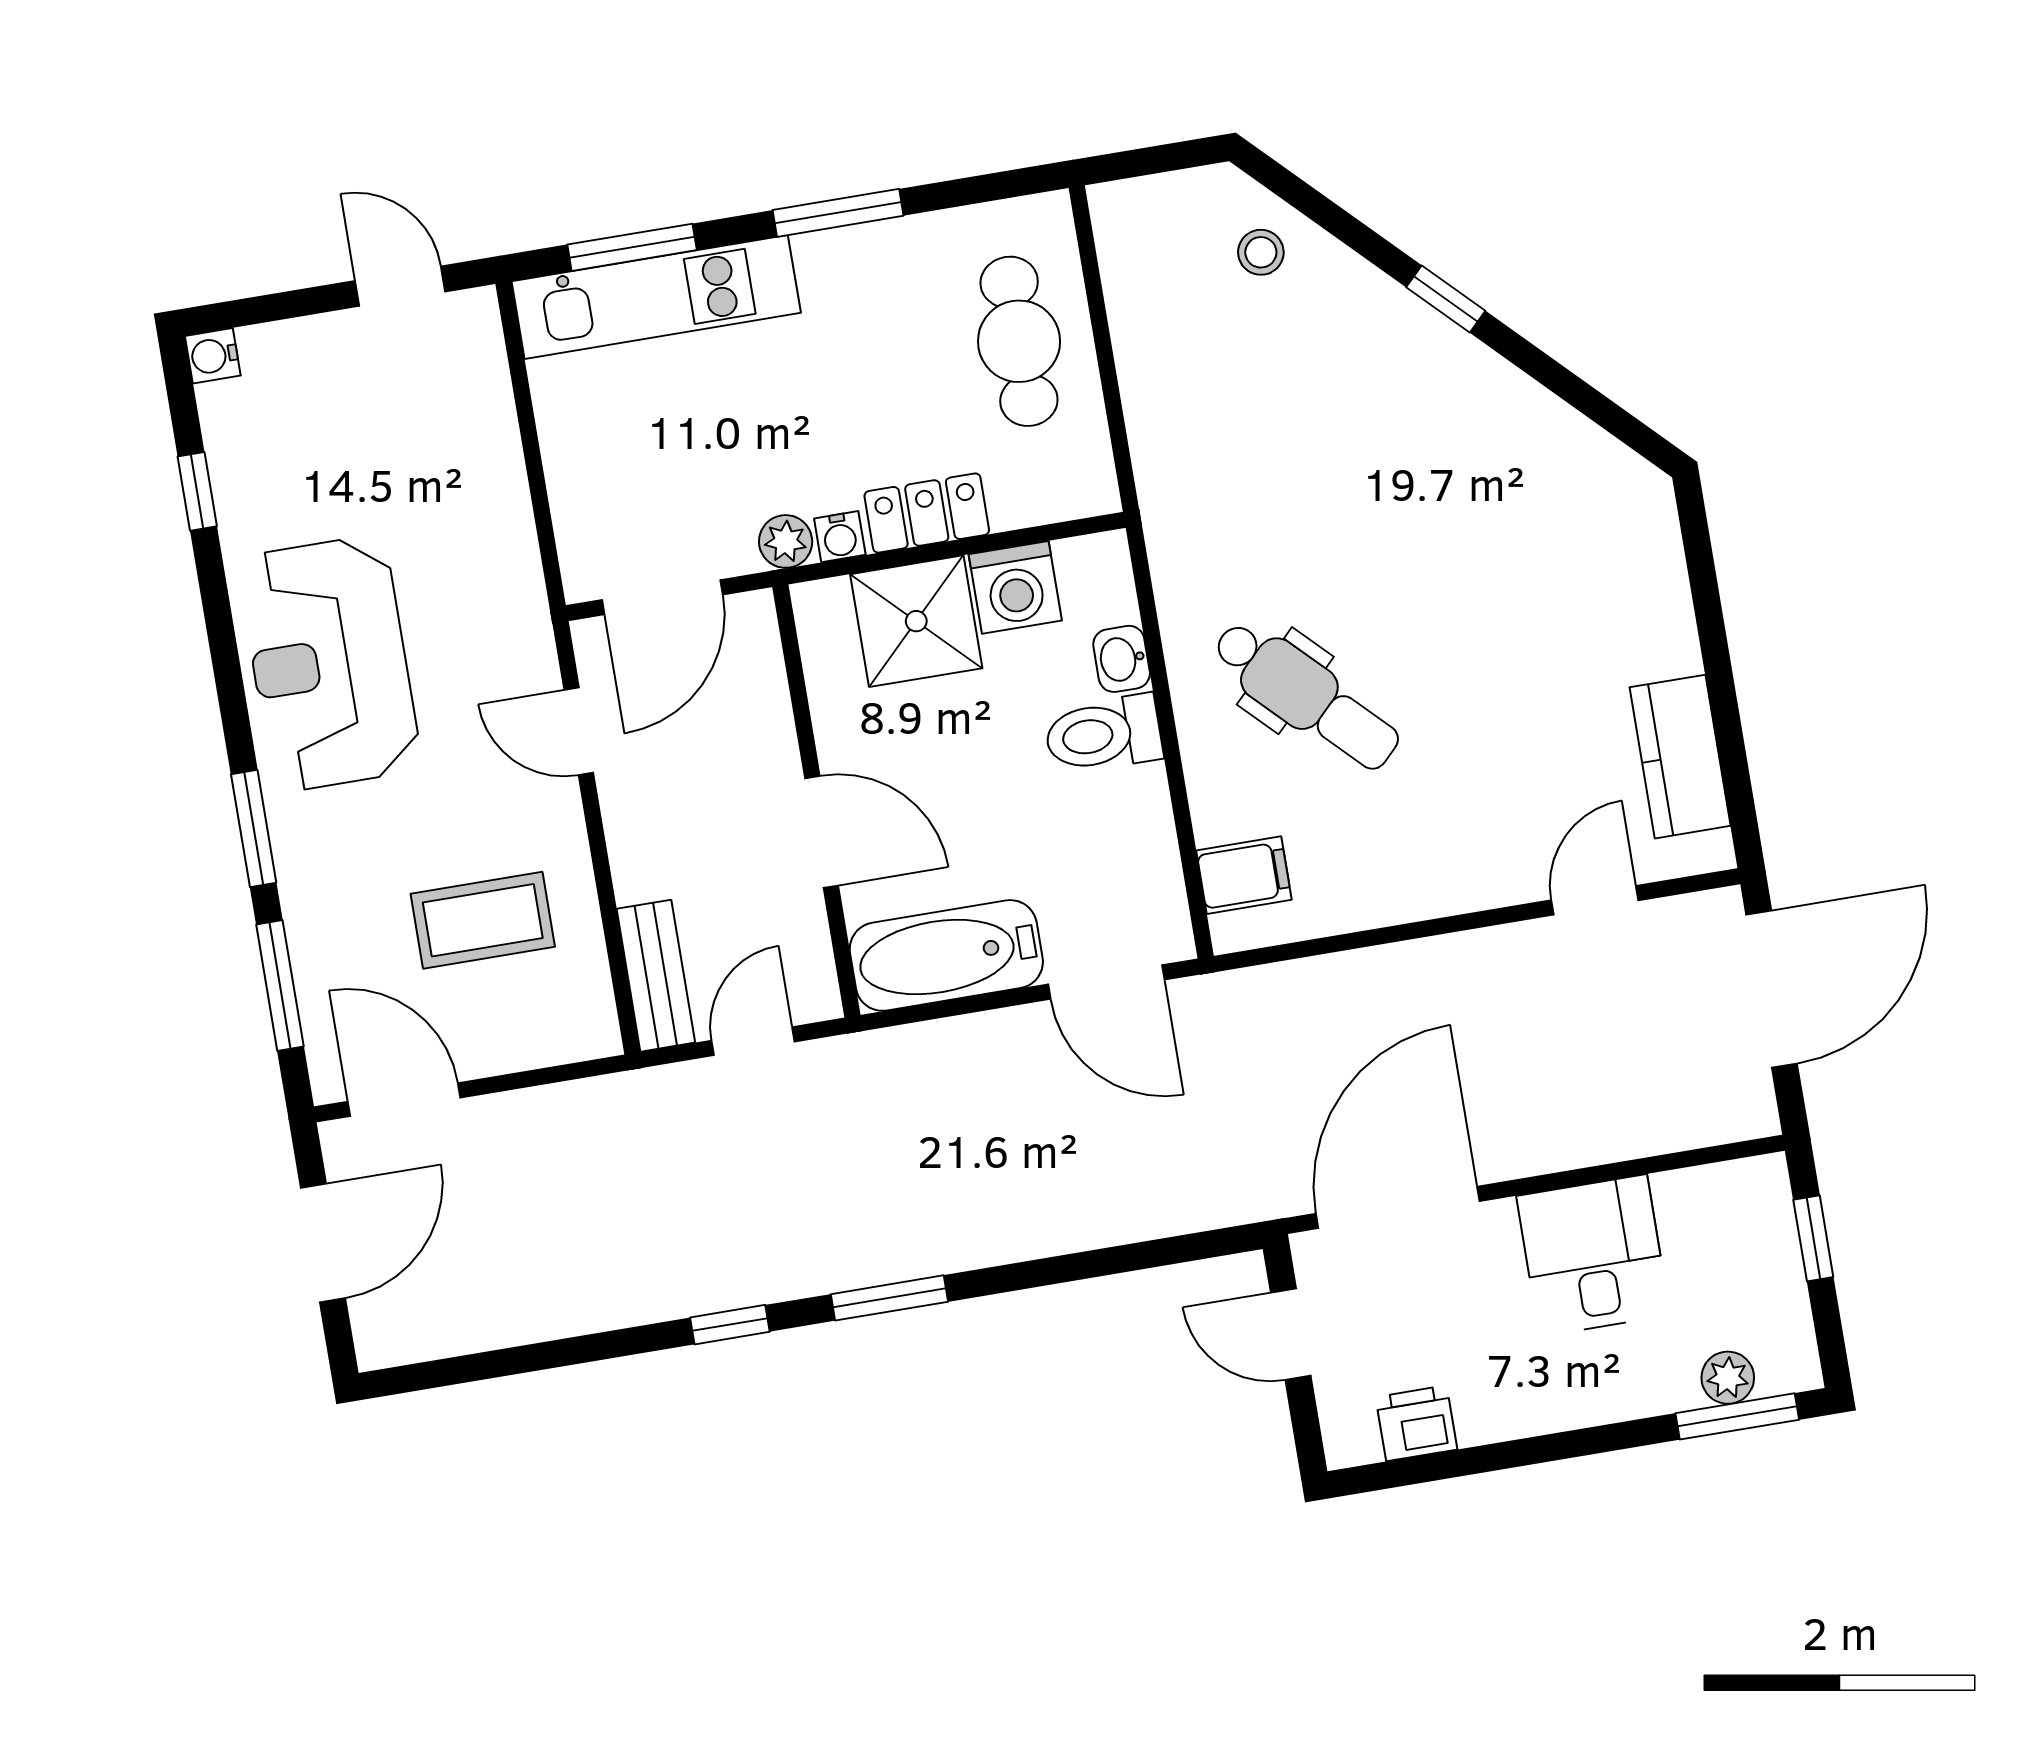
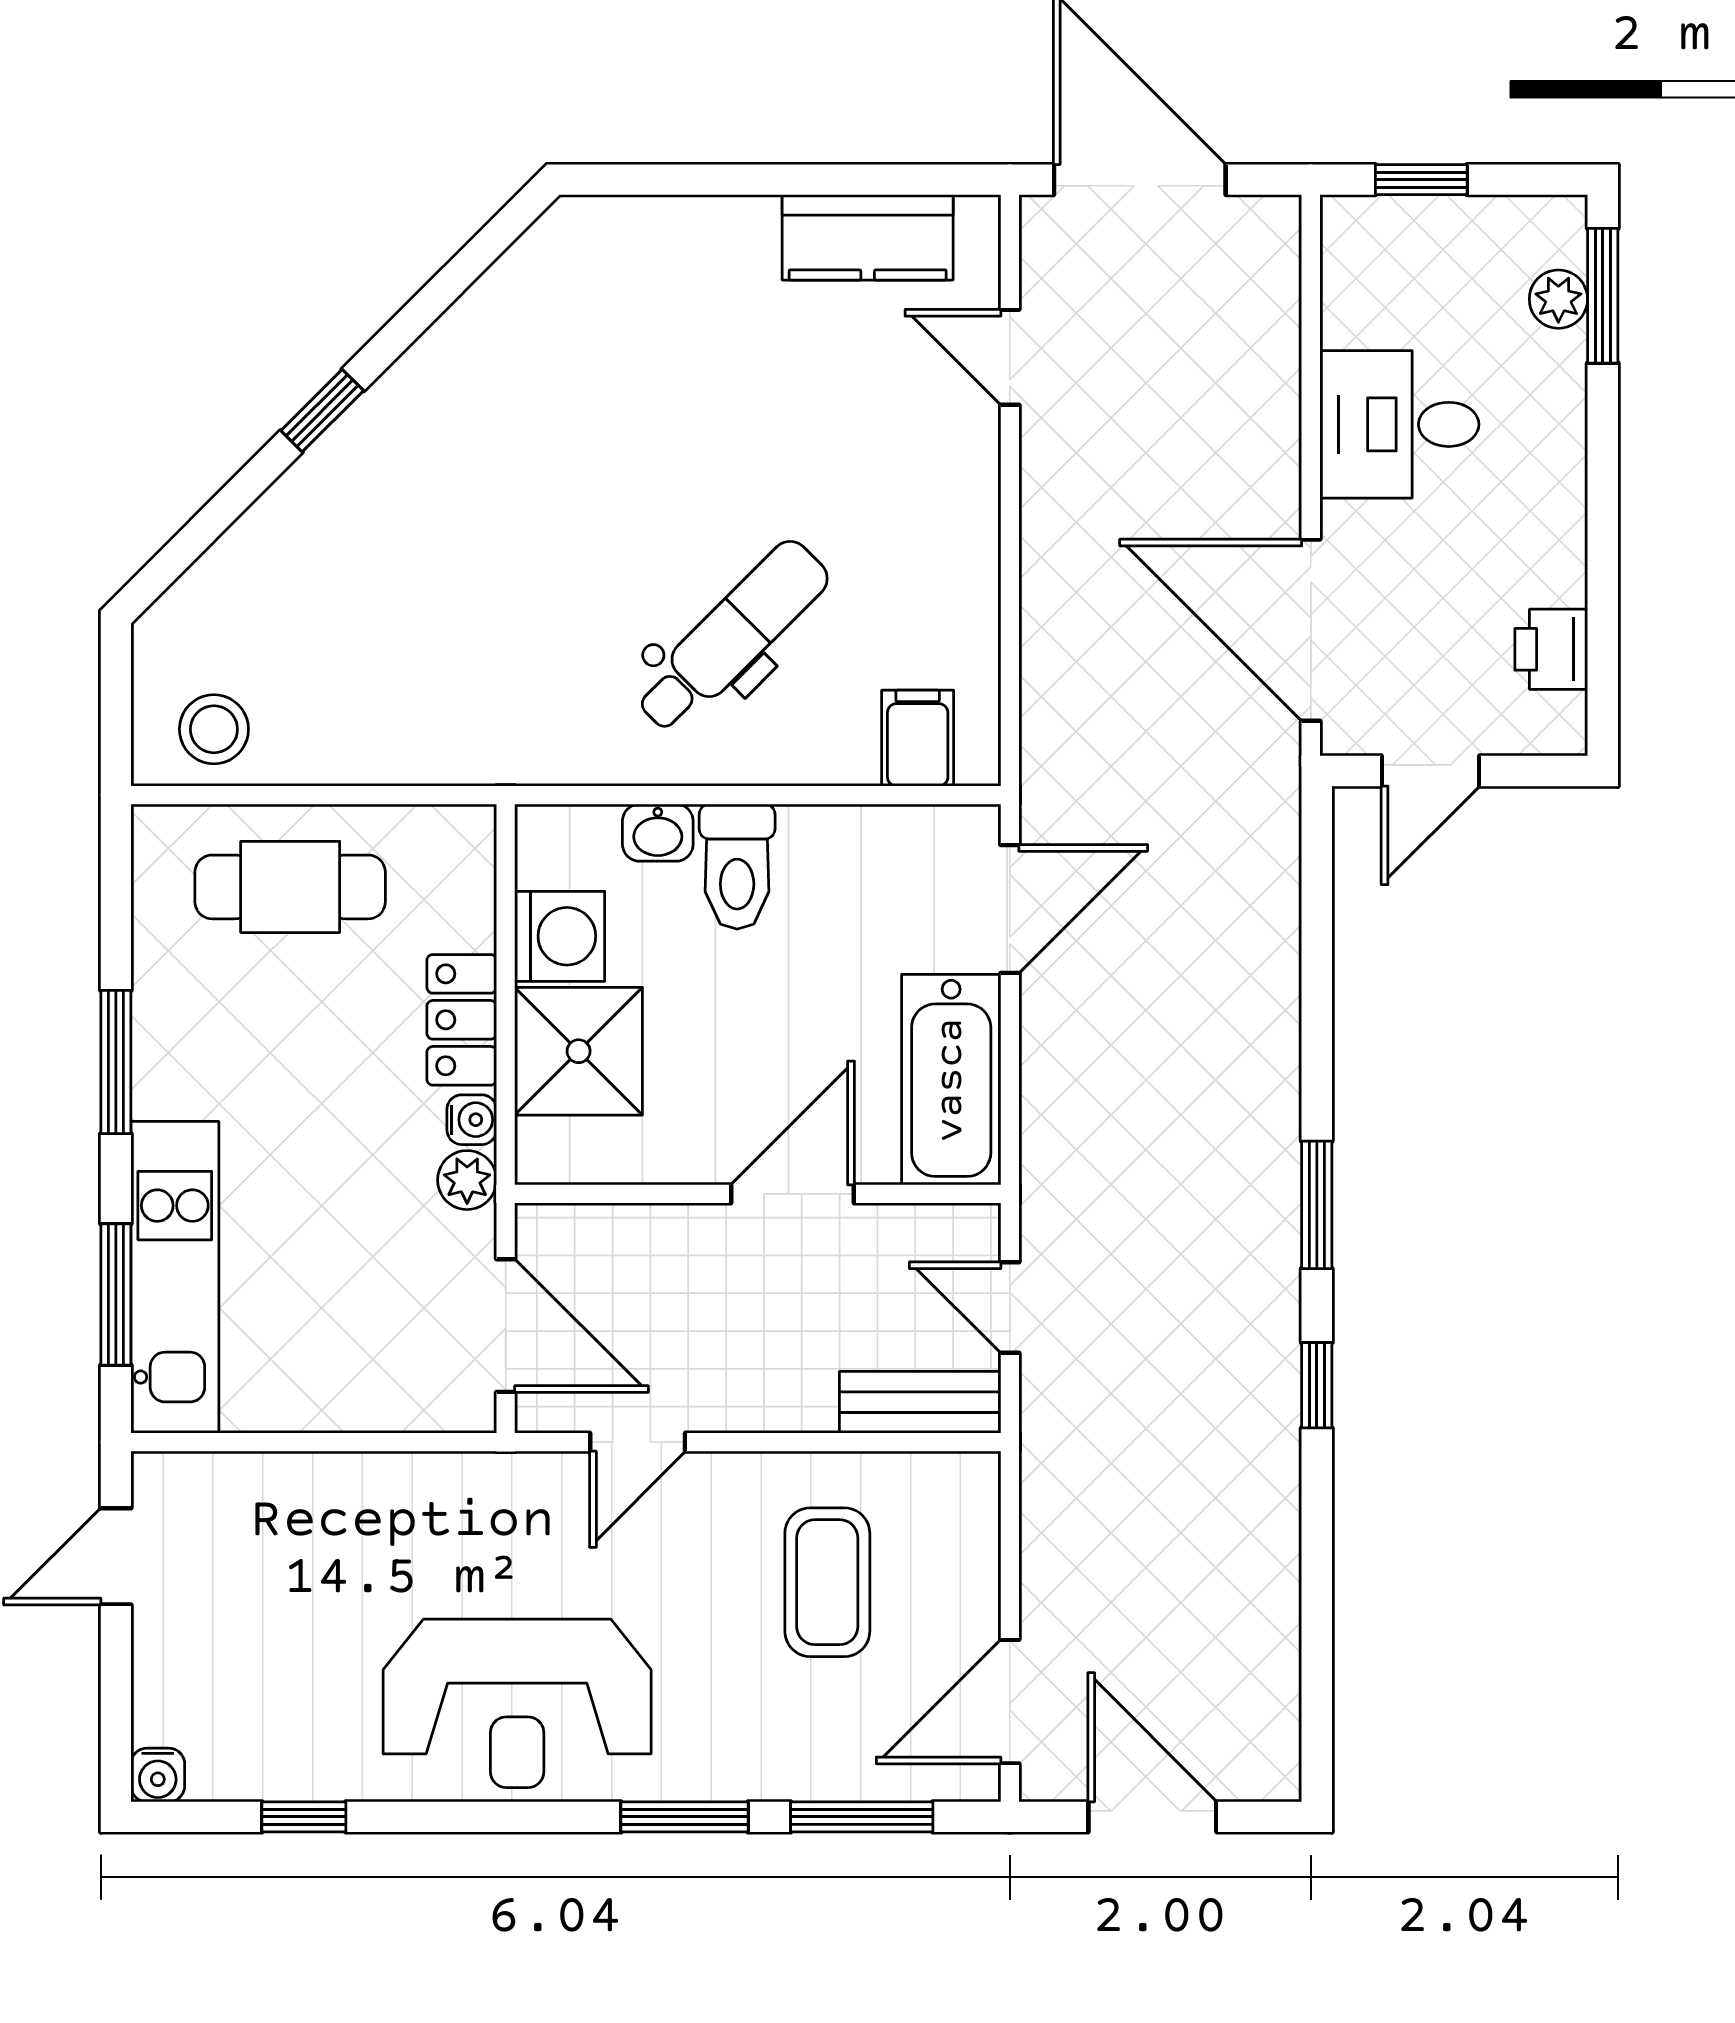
stool: (1261, 252) -> (214, 729), moved, width x1.37, depth x1.37

